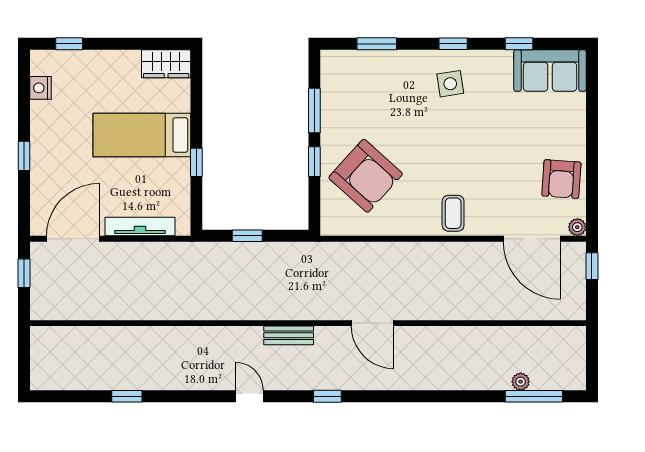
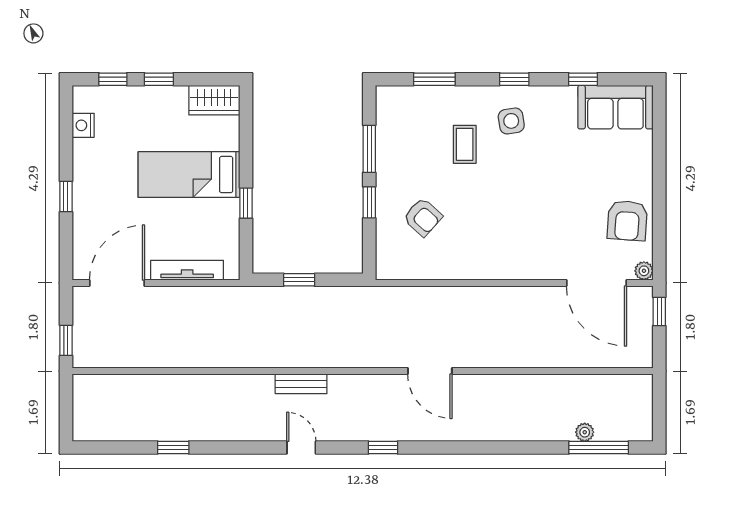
window: (113, 44) -> (159, 79), added
armchair: (366, 176) -> (423, 217), width x0.53, depth x0.53
coffee table: (453, 213) -> (465, 144), moved
window: (24, 273) -> (66, 340), moved
bench: (289, 335) -> (301, 384), moved

